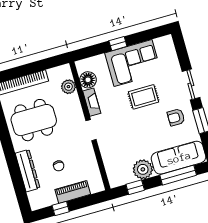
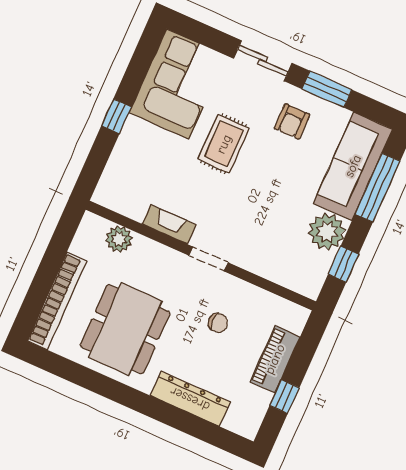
corner sofa: (133, 63) -> (178, 84), moved
floor lamp: (88, 80) -> (132, 203), removed
chair: (59, 166) -> (218, 323), moved

